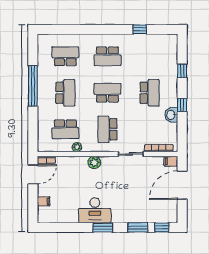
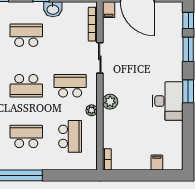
school desk: (107, 93) -> (26, 86), turned -90
school desk: (107, 129) -> (70, 86), turned 180
plant: (77, 147) -> (92, 110), moved
door: (33, 174) -> (124, 175), removed

